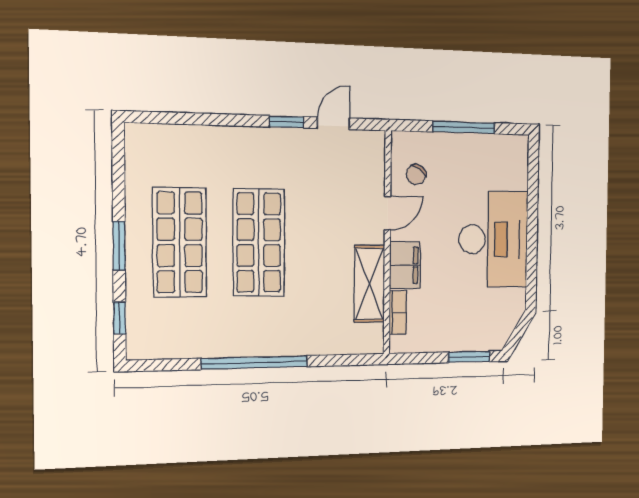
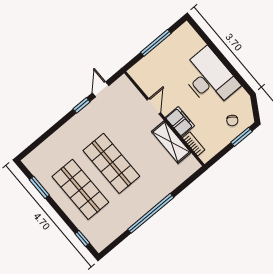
chair: (416, 174) -> (232, 120), moved
window: (119, 246) -> (39, 187), moved

